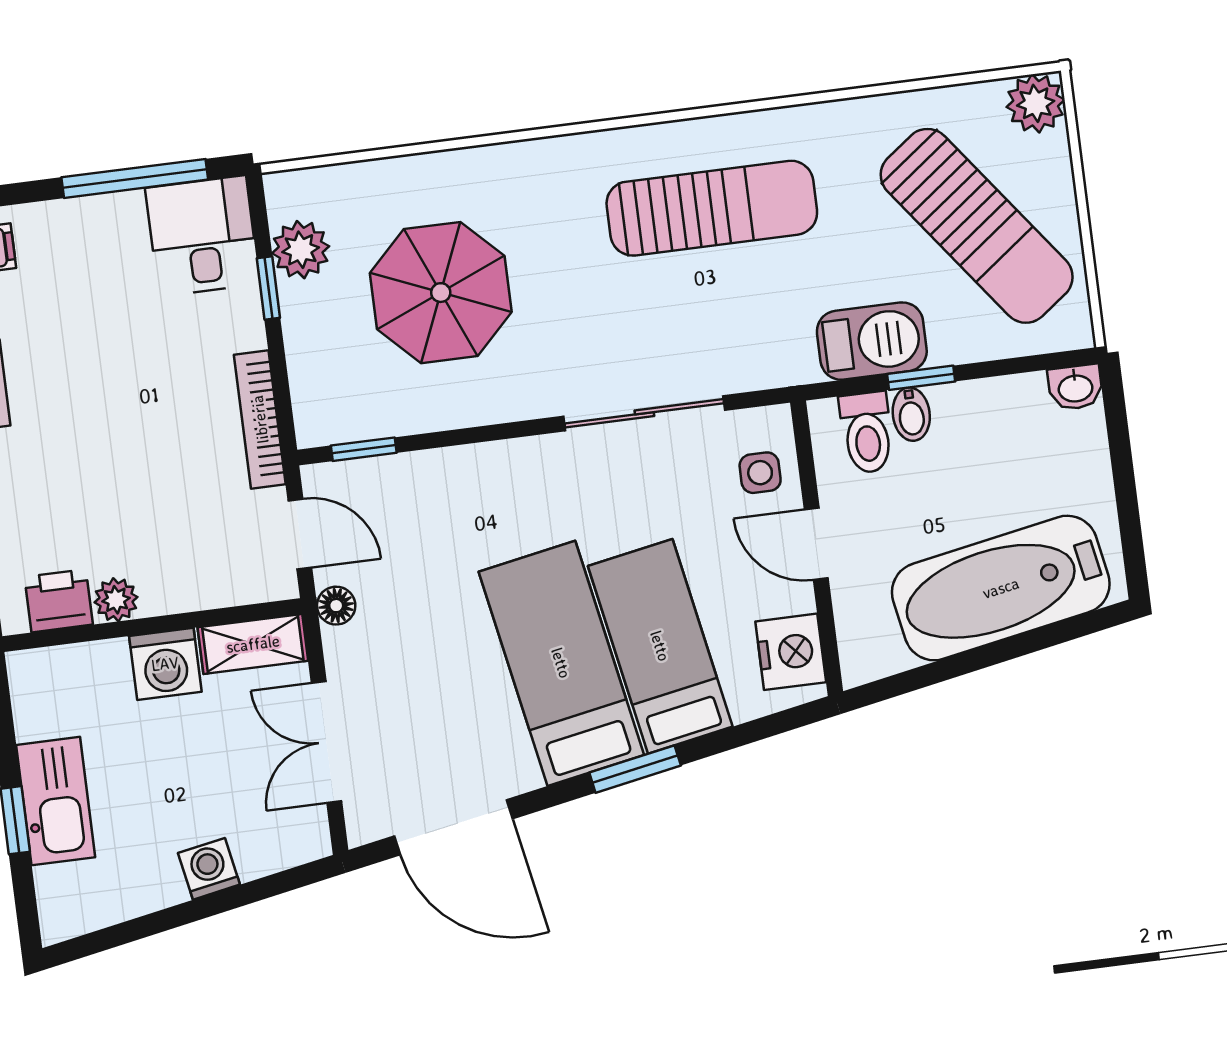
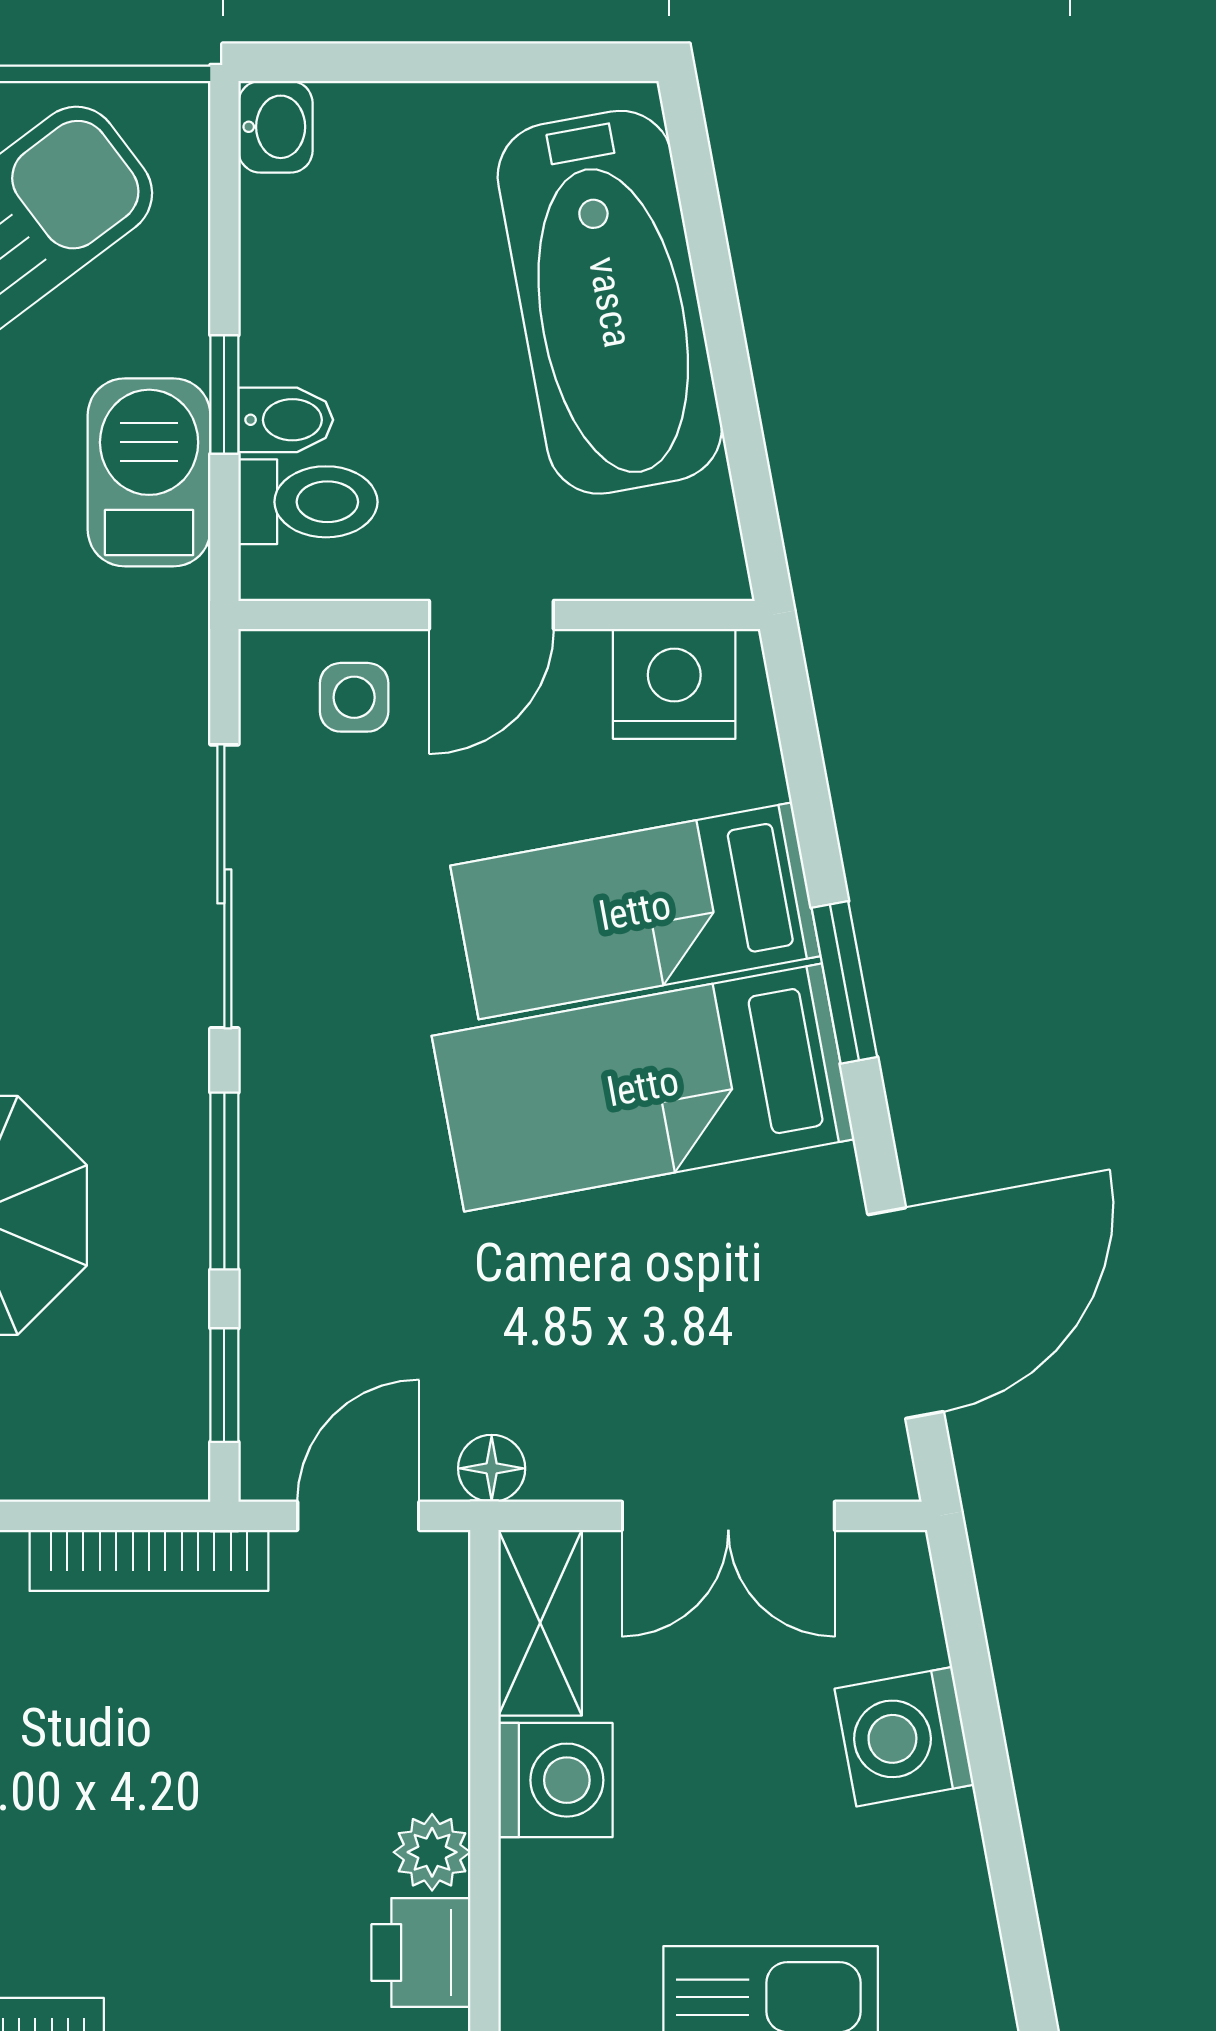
window: (479, 435) -> (224, 1181), added
washing machine: (209, 869) -> (904, 1737), width x1.38, depth x1.38

